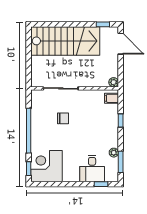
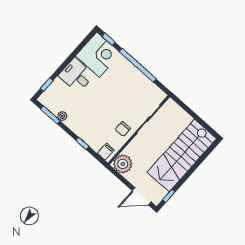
plant: (114, 82) -> (123, 164), width x1.88, depth x1.88
chair: (63, 118) -> (123, 129), moved
desk: (92, 168) -> (76, 75), moved

